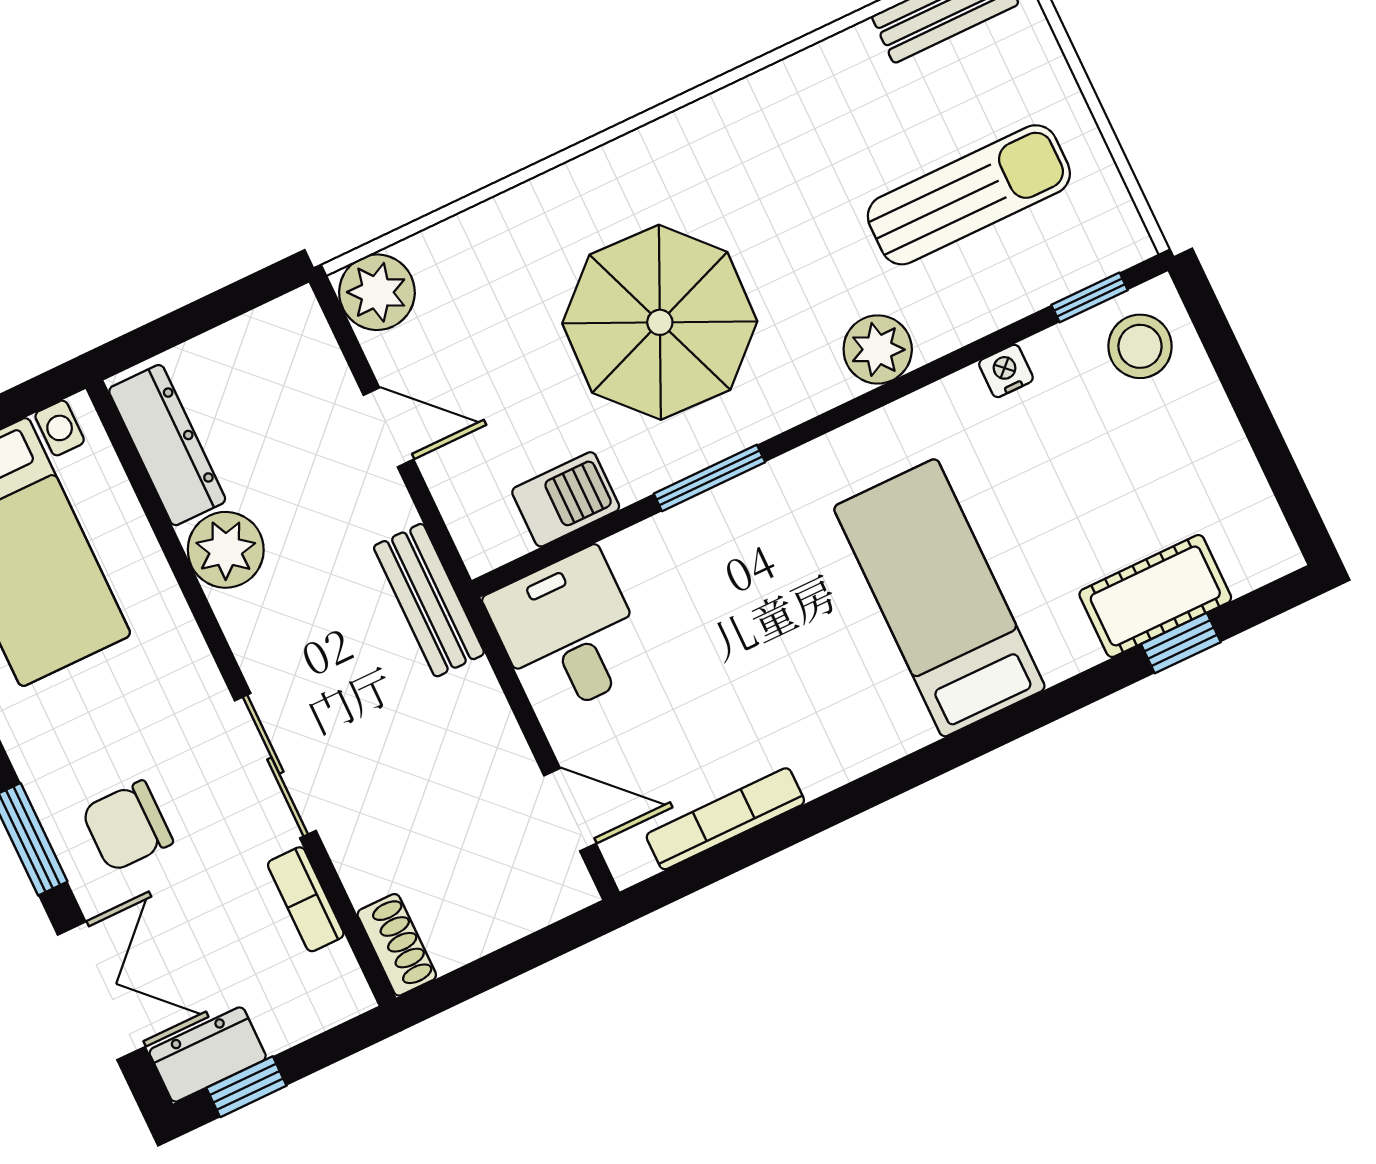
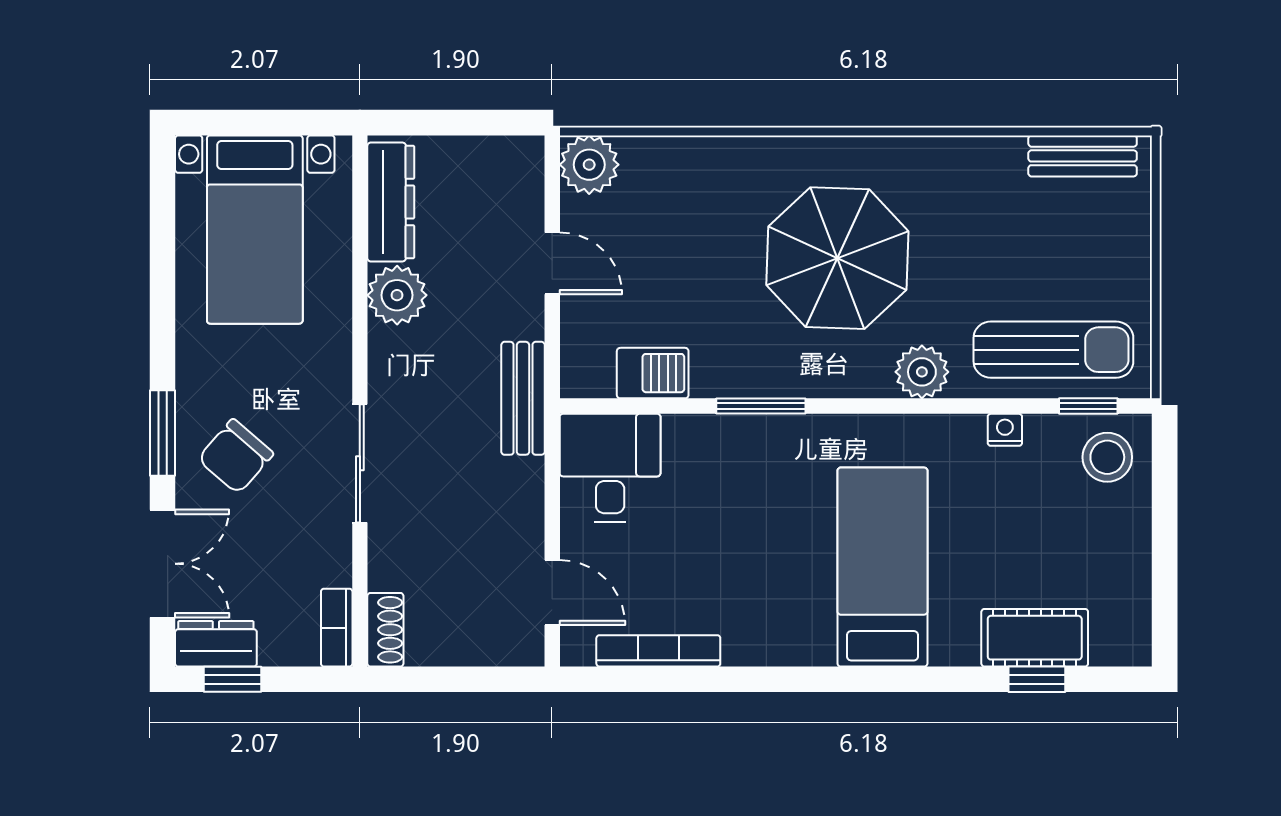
sun lounger: (969, 195) -> (1053, 350), moved
parasol: (660, 322) -> (837, 258), moved
chair: (127, 826) -> (236, 456), turned -49
bookcase: (306, 899) -> (337, 628), moved

